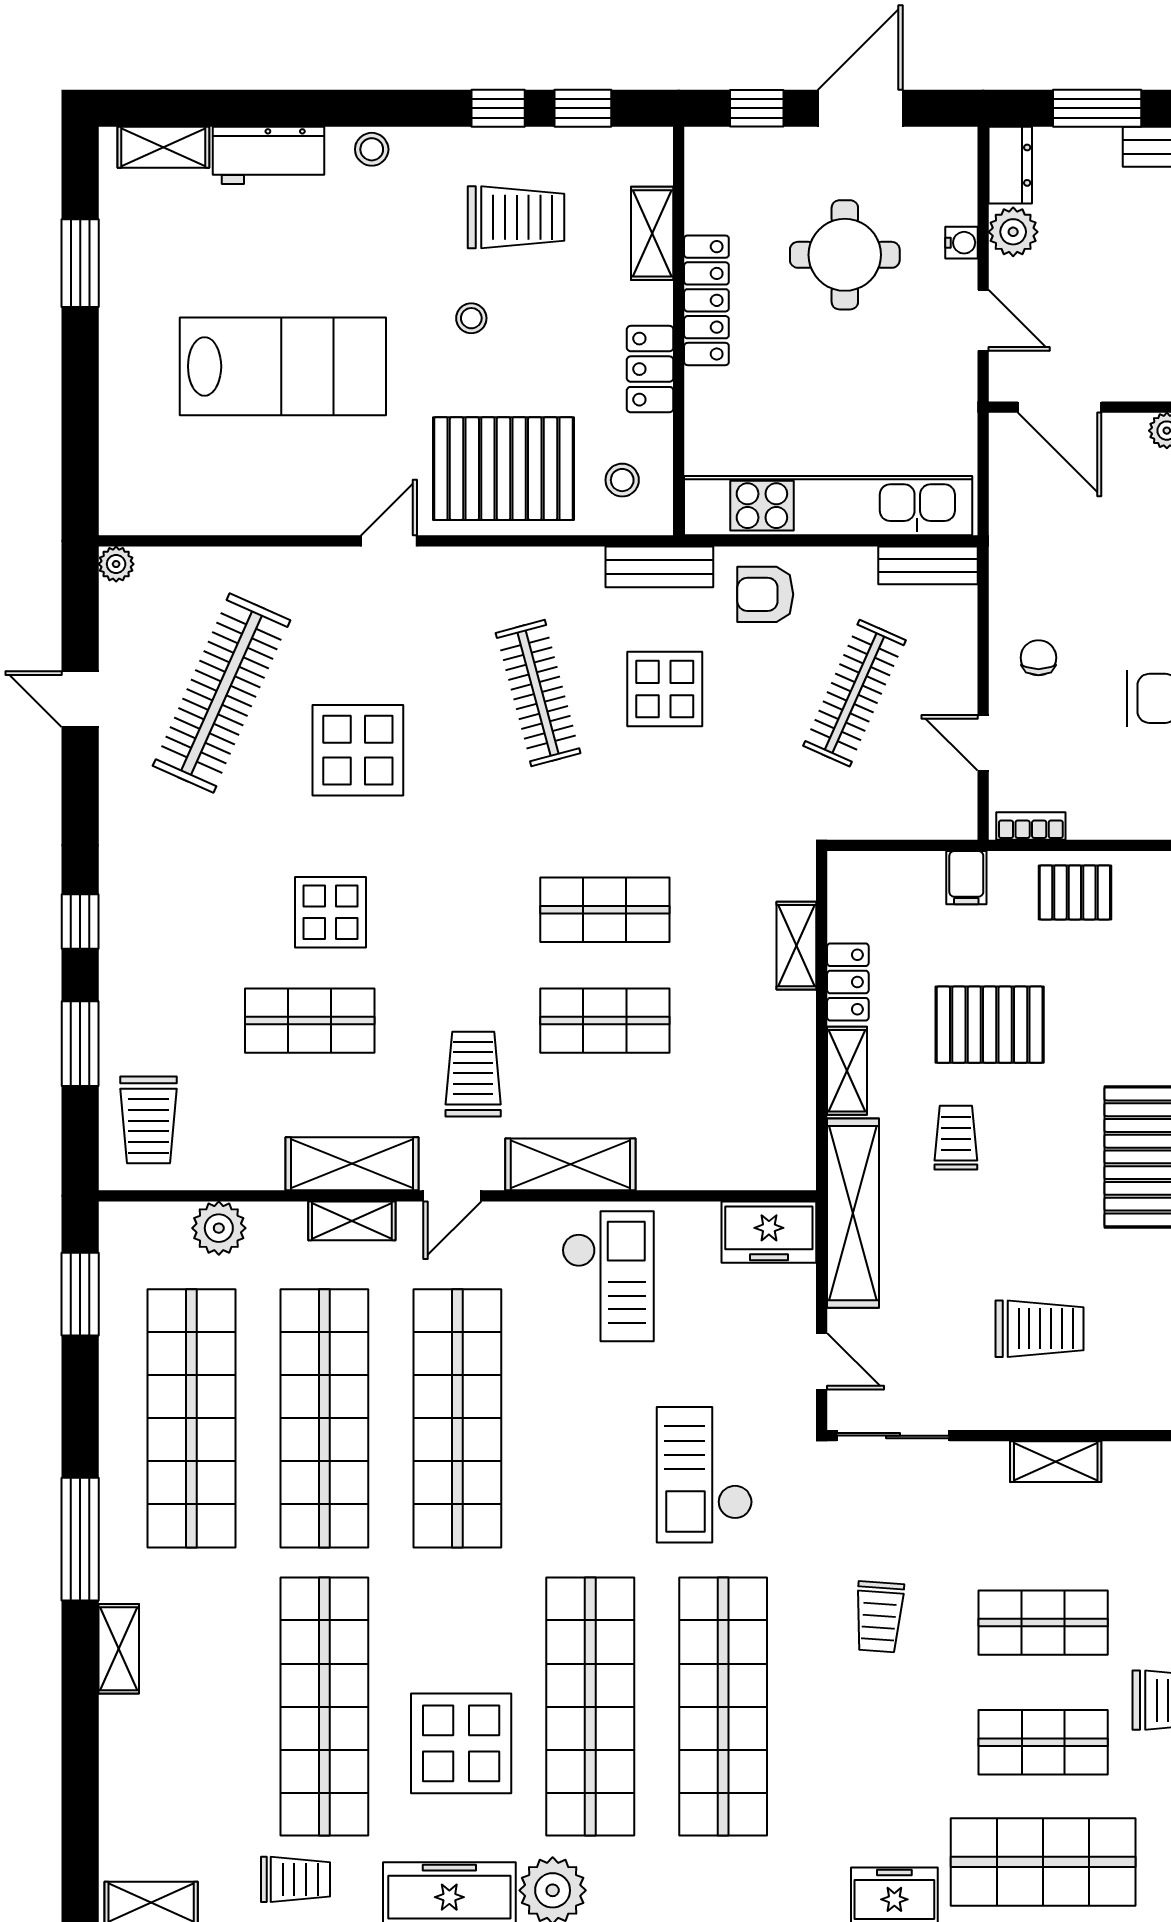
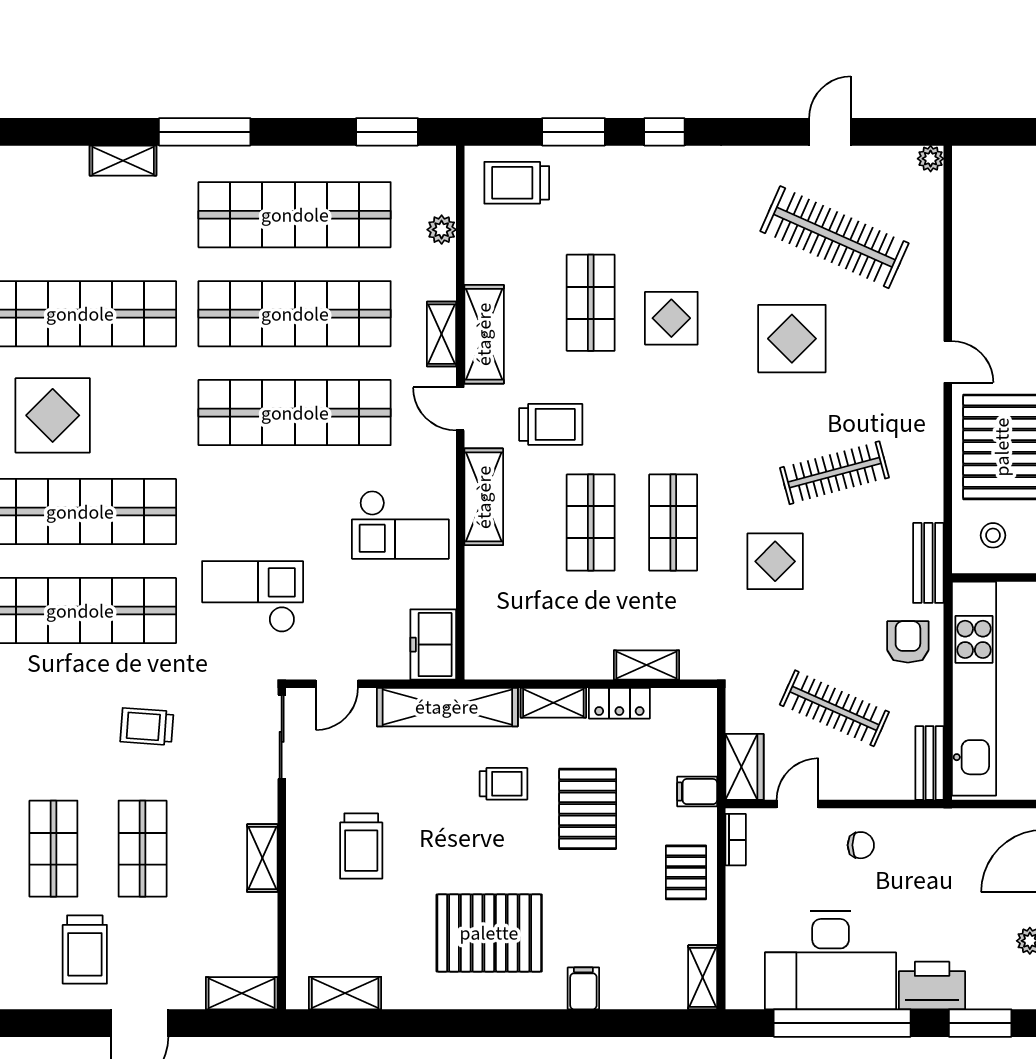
display table: (665, 689) -> (775, 561), moved
wardrobe: (933, 814) -> (744, 767), added
plant: (219, 1228) -> (442, 230), width x0.73, depth x0.73

